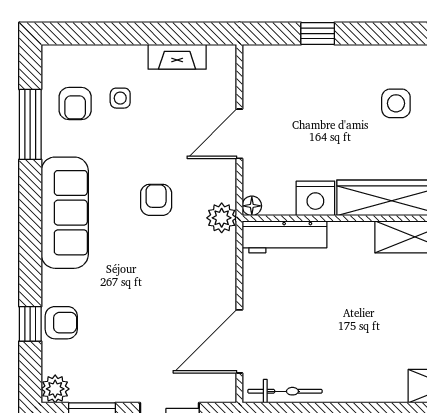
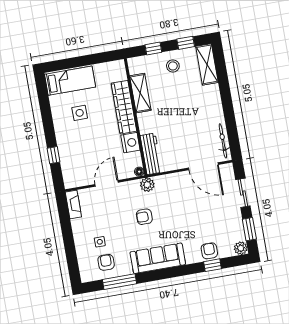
fireplace: (177, 57) -> (73, 204), moved
armchair: (75, 104) -> (106, 262), turned -90
door: (239, 134) -> (107, 183), swing flipped

